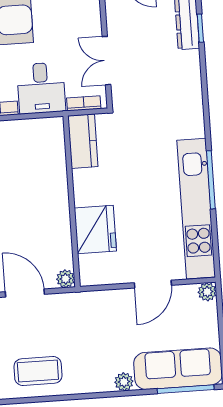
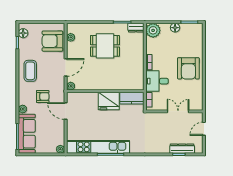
double door: (106, 61) -> (178, 111), moved
fridge: (95, 229) -> (109, 101), moved
door: (153, 284) -> (66, 111), moved
armchair: (93, 339) -> (43, 96), added

